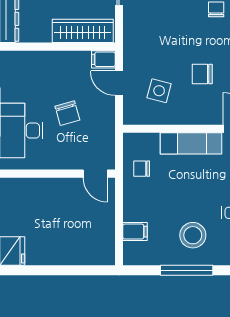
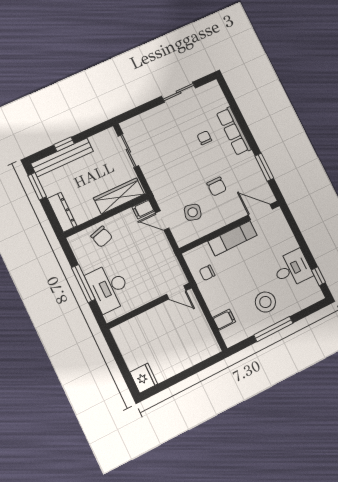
chair: (202, 74) -> (217, 187), turned -90
chair: (67, 113) -> (102, 237), moved

